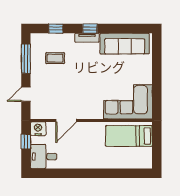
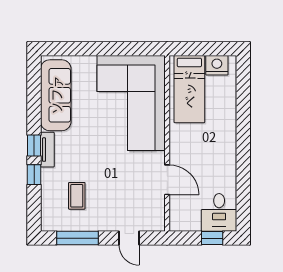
window: (56, 29) -> (34, 175), moved
corner sofa: (128, 102) -> (131, 103), width x1.36, depth x1.36
nightstand: (38, 129) -> (217, 65), moved, turned 90
window: (26, 142) -> (212, 238), moved

